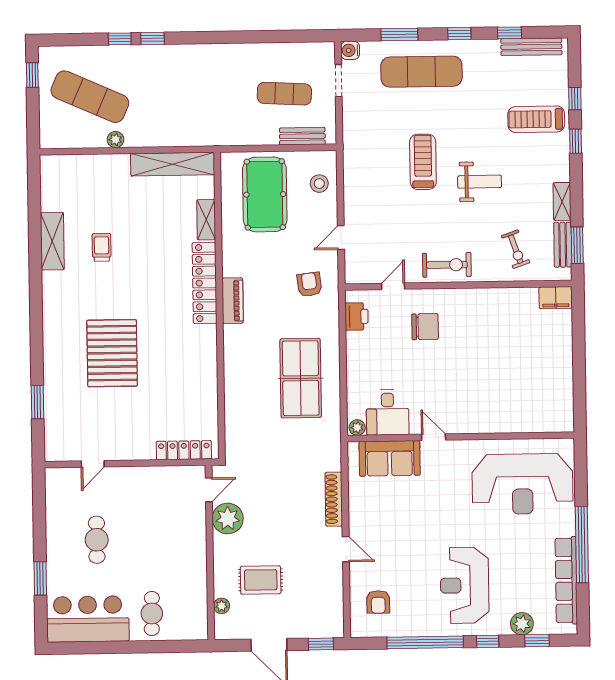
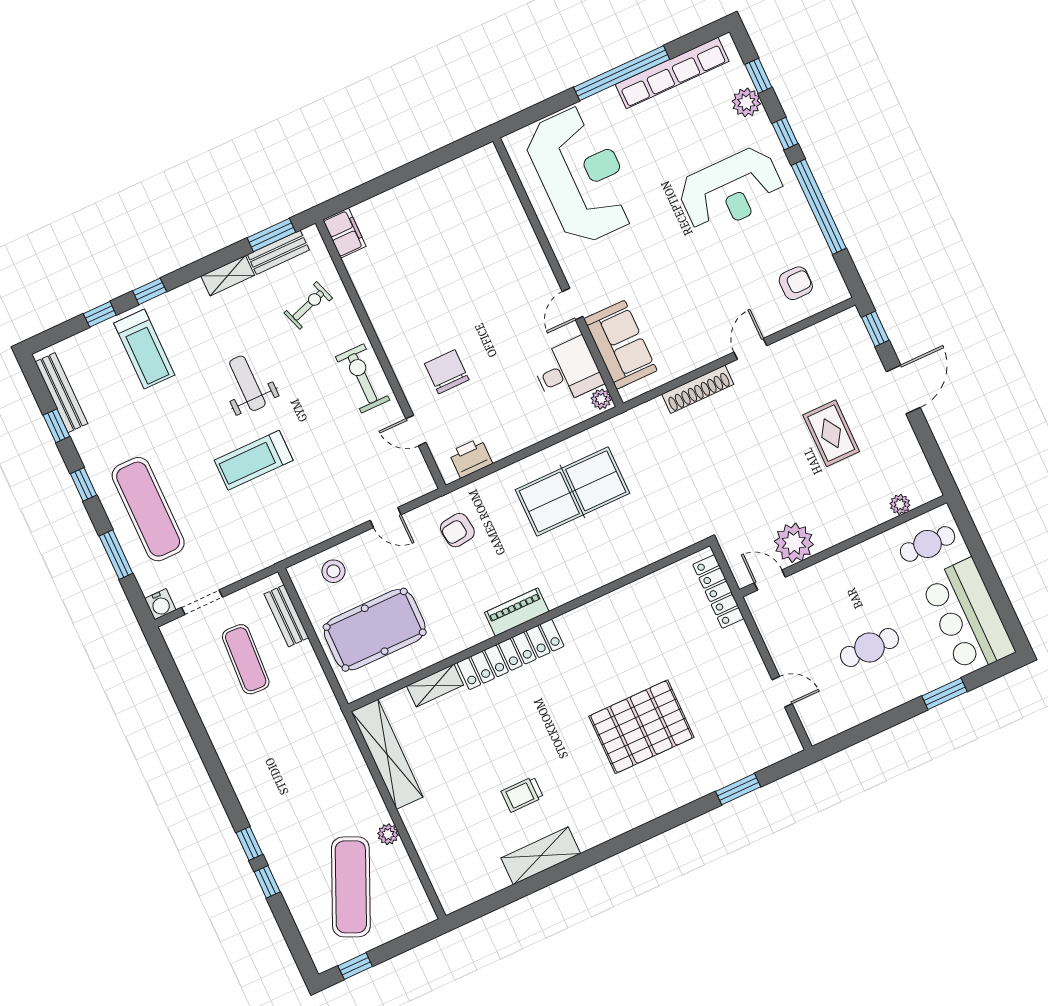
door: (209, 490) -> (770, 580), moved
plant: (228, 519) -> (794, 543), moved
wall: (210, 552) -> (843, 546), moved
plant: (222, 606) -> (900, 504), moved

